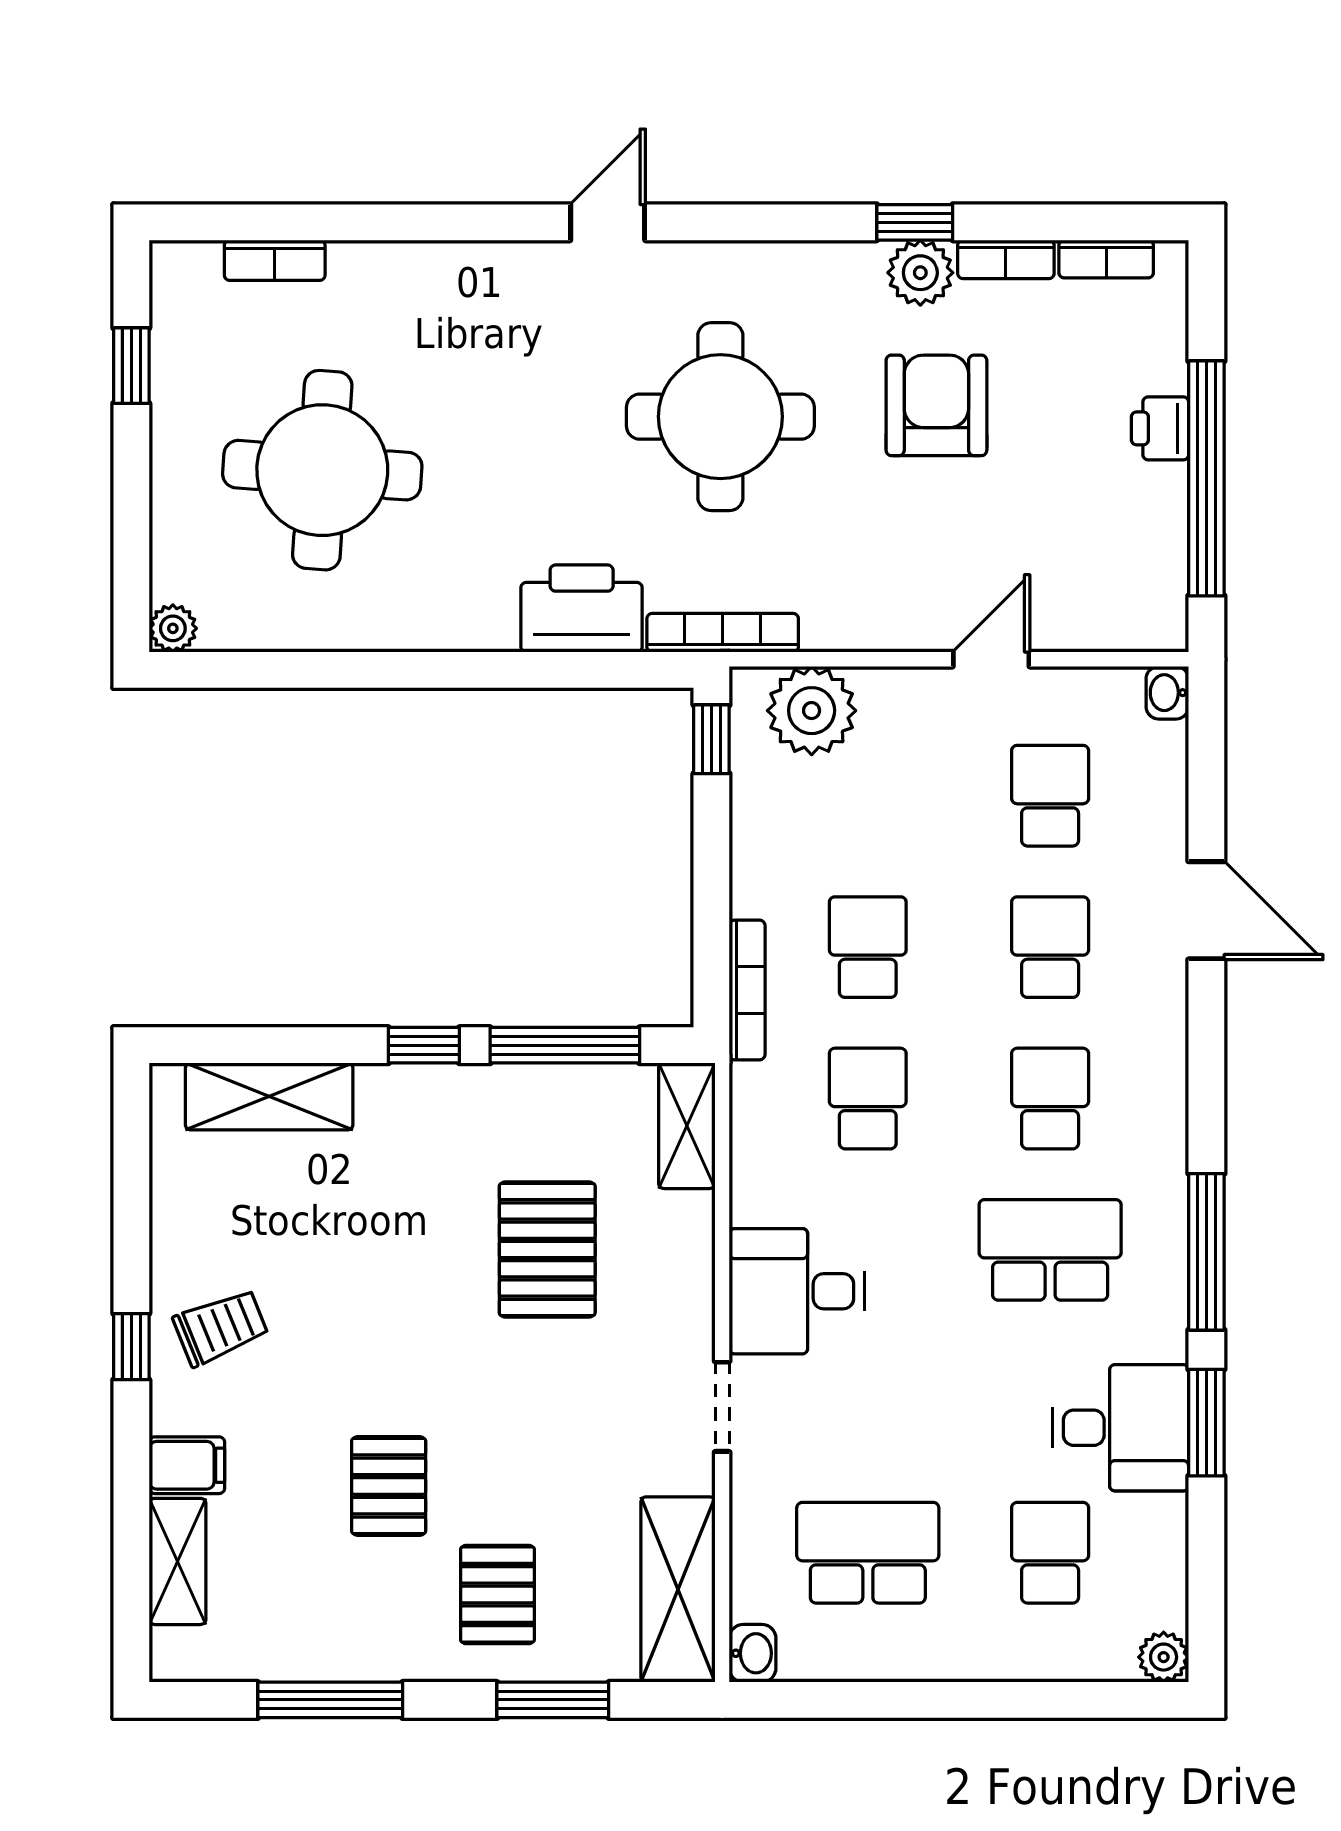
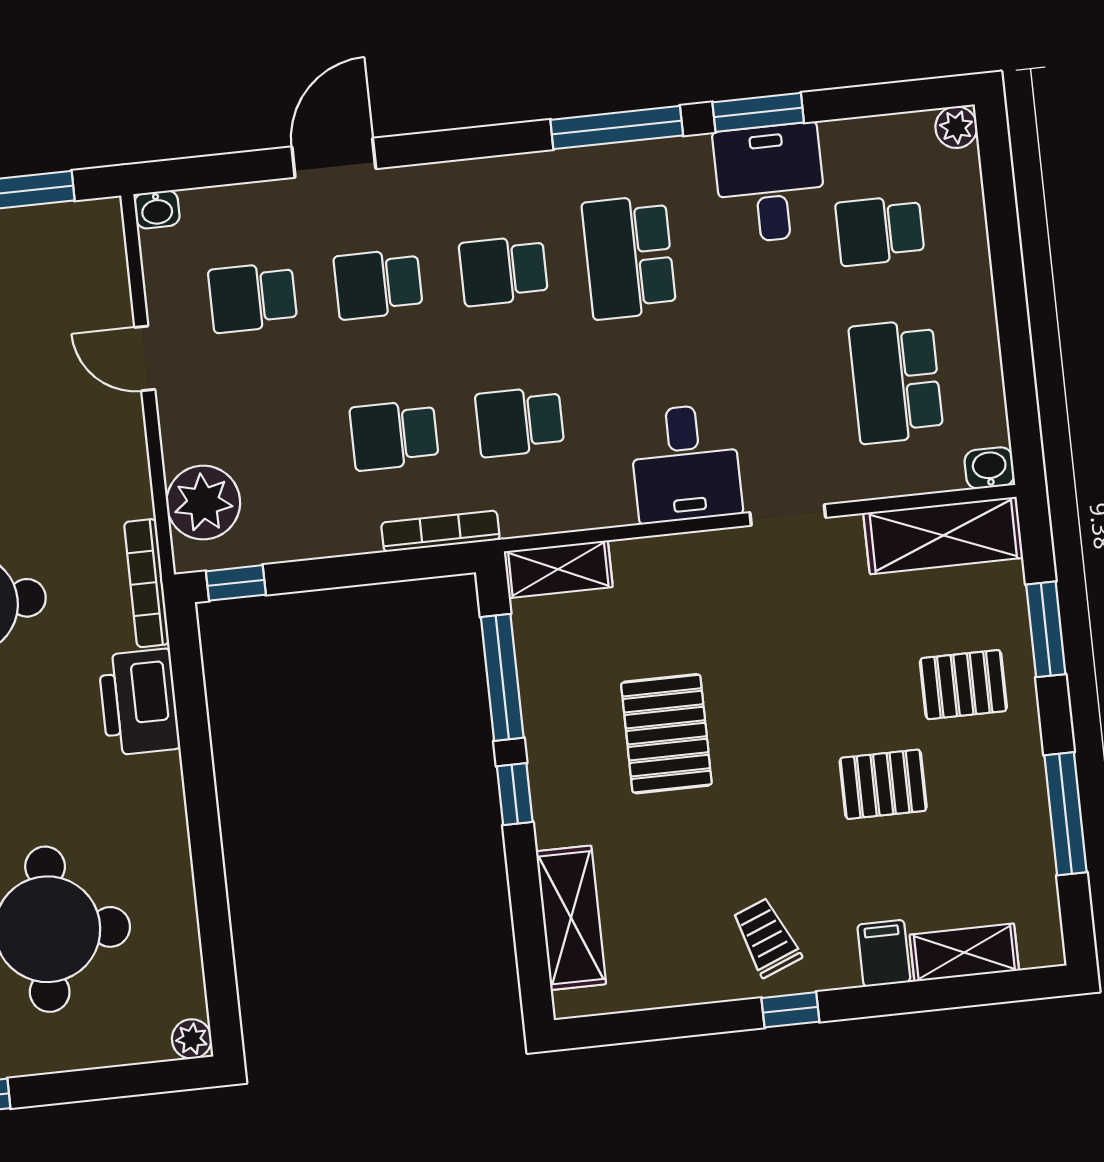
pallet: (547, 1249) -> (666, 734), moved, turned 90

